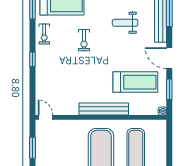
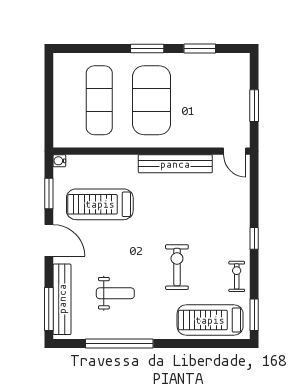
exercise bike: (84, 40) -> (177, 267), width x1.38, depth x1.39
bench: (104, 109) -> (175, 164), moved

